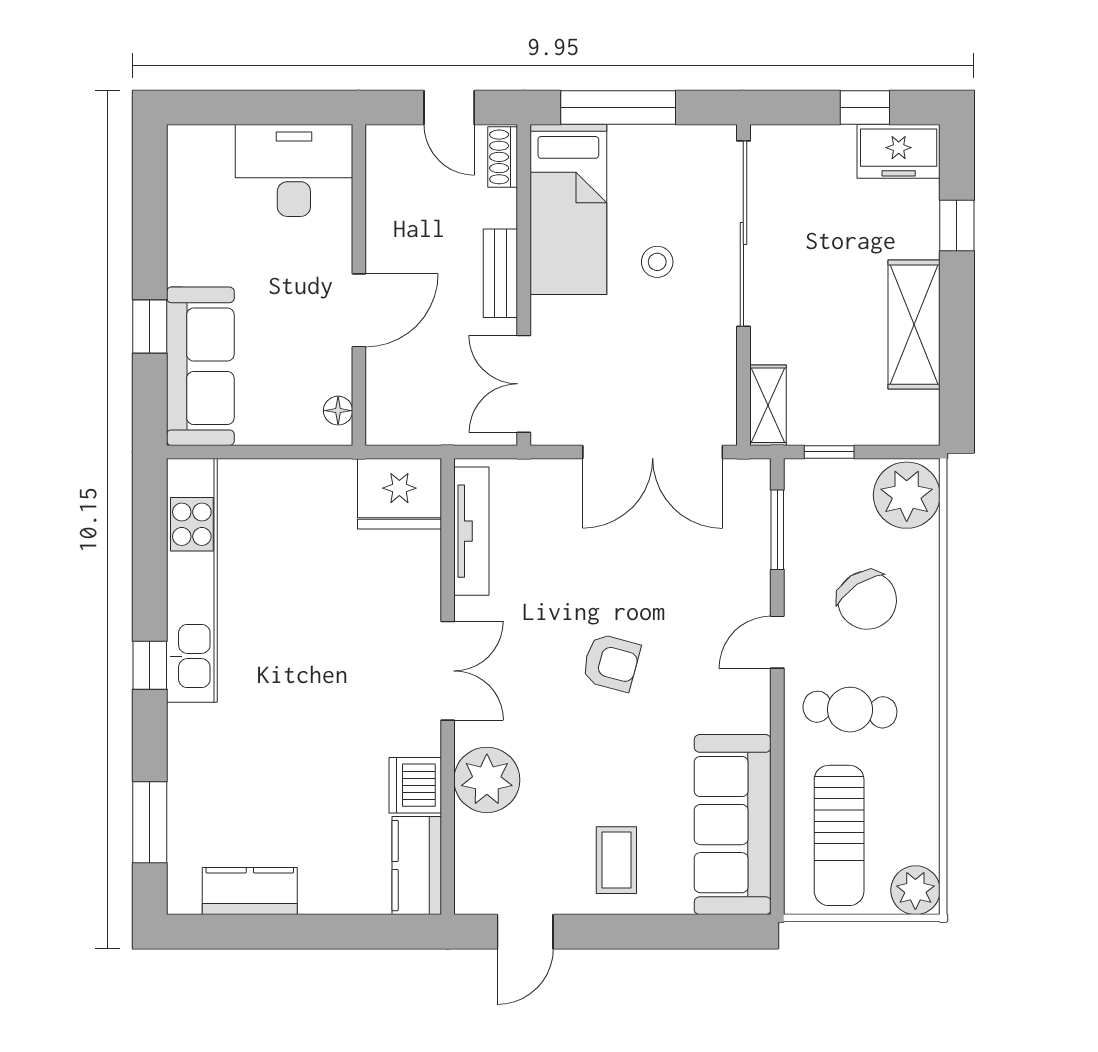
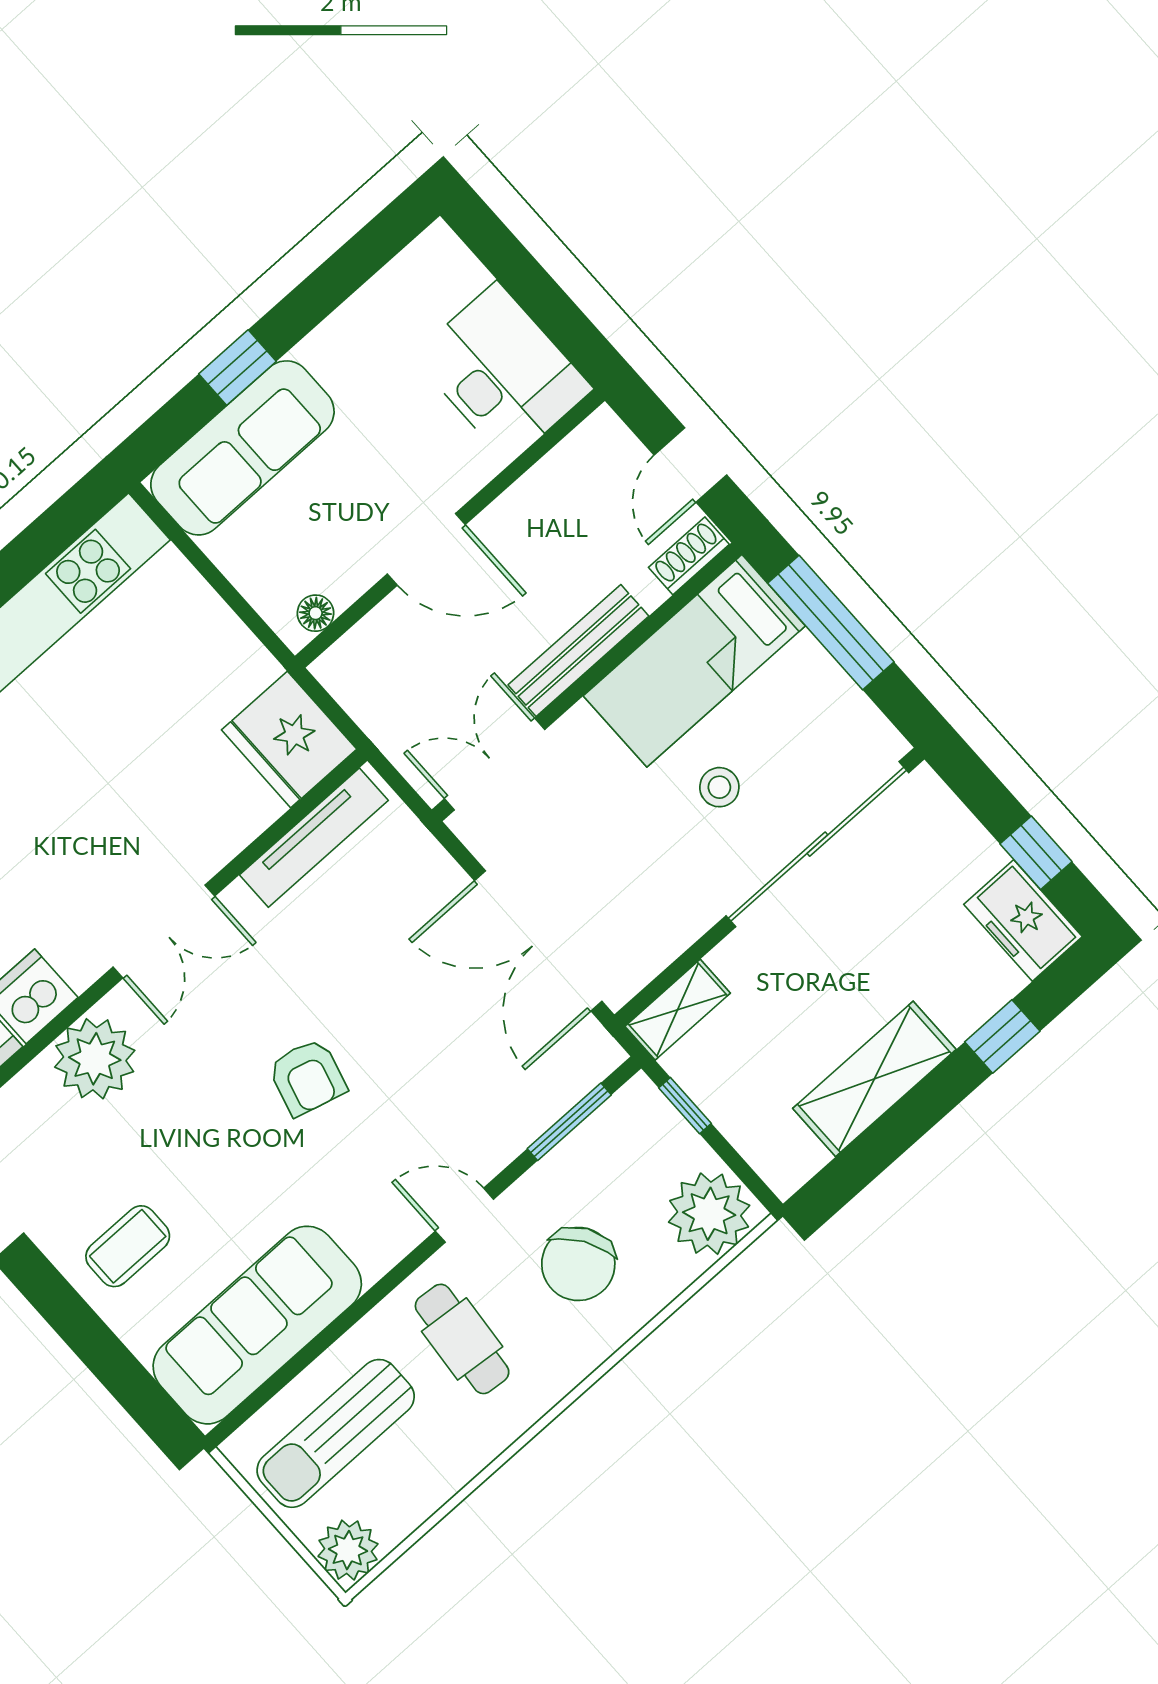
bench: (500, 273) -> (578, 651), width x1.36

